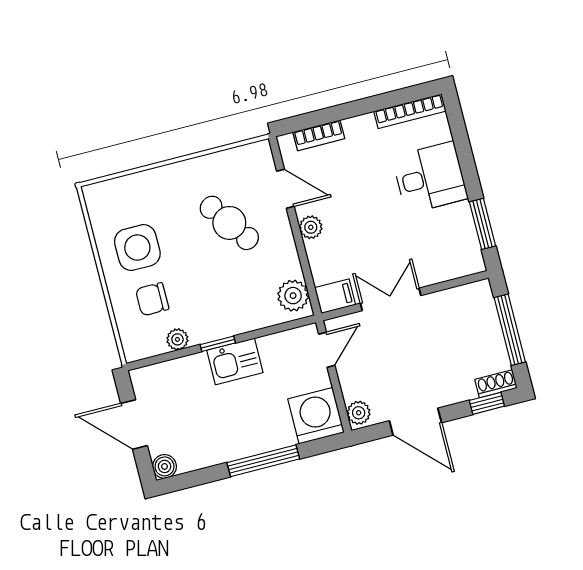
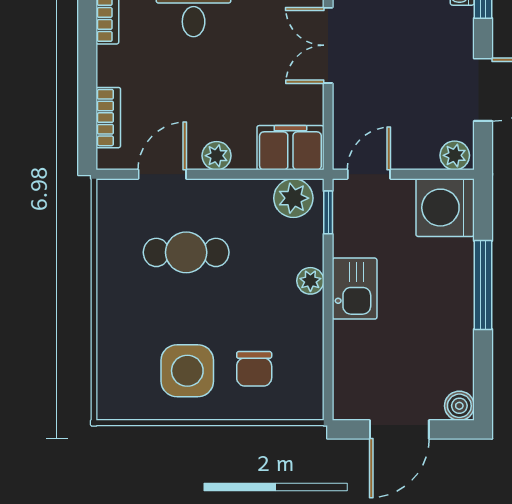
cafe table: (229, 223) -> (186, 252), turned 35
filing cabinet: (335, 296) -> (290, 148), width x2.00
double door: (391, 299) -> (328, 45), moved
plant: (177, 339) -> (310, 281), moved
window: (218, 344) -> (328, 212), moved
door: (327, 350) -> (369, 174), hinge flipped

